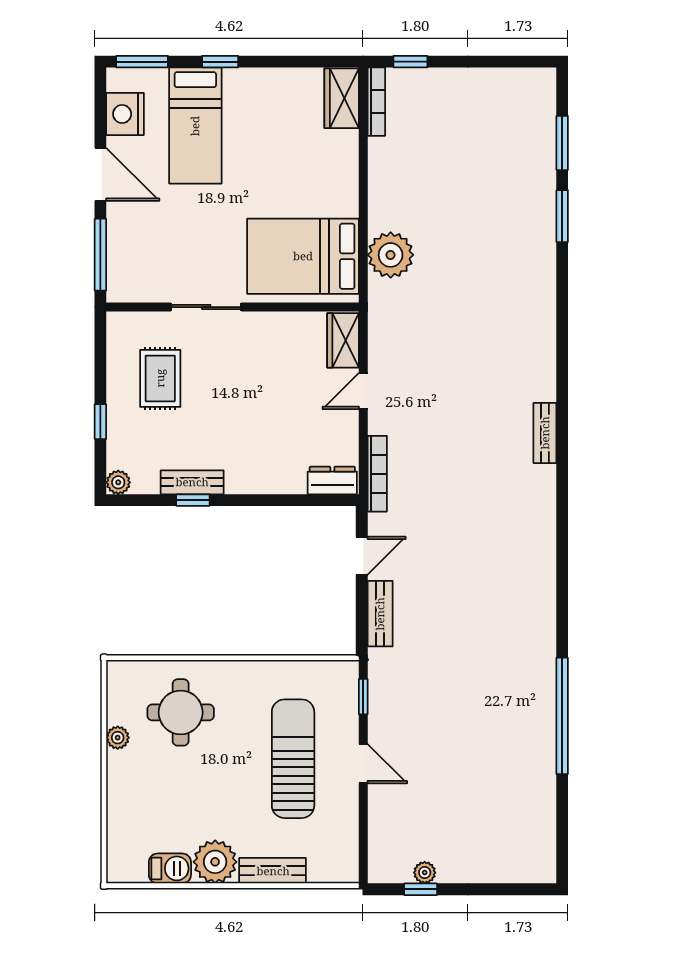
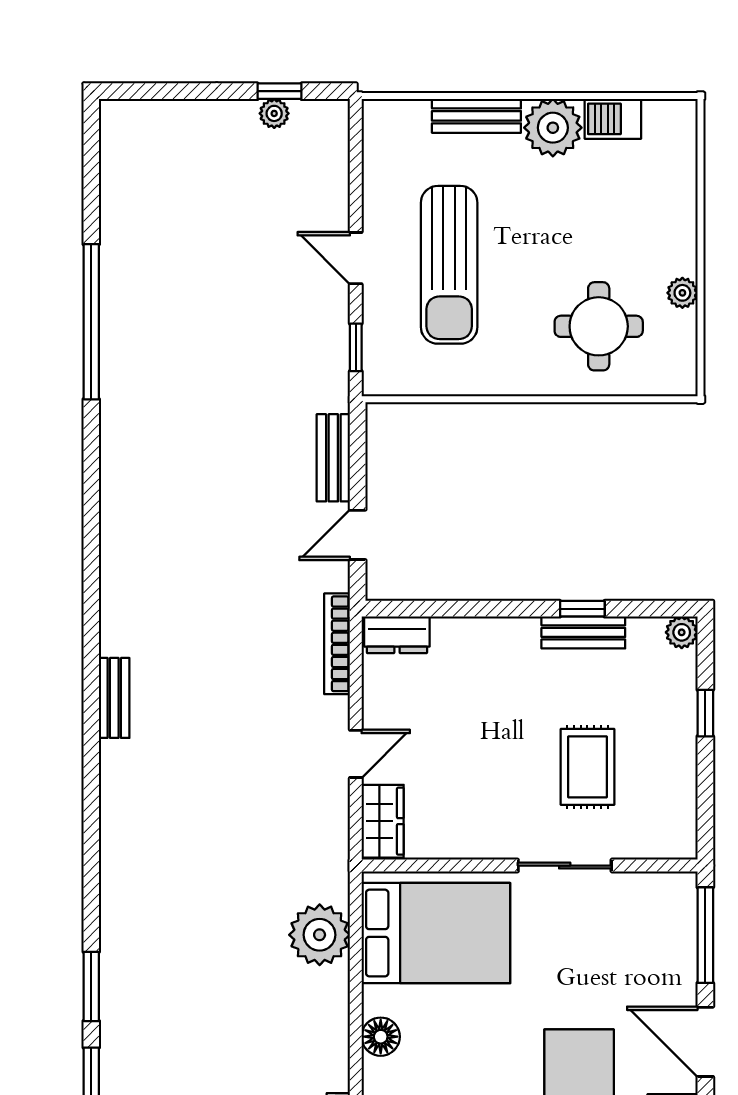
floor lamp: (345, 178) -> (381, 1037), added
rug: (160, 378) -> (587, 767), moved

